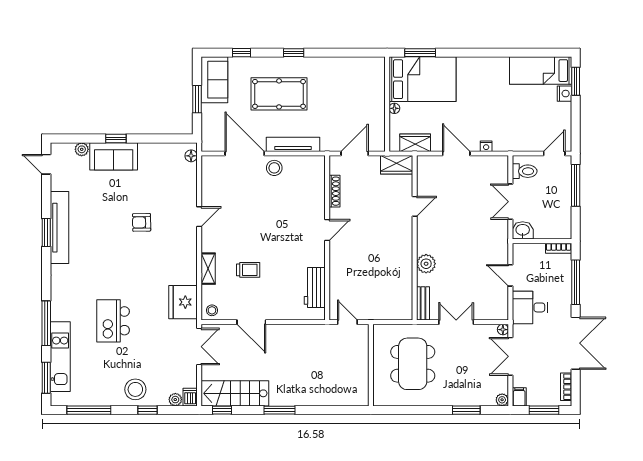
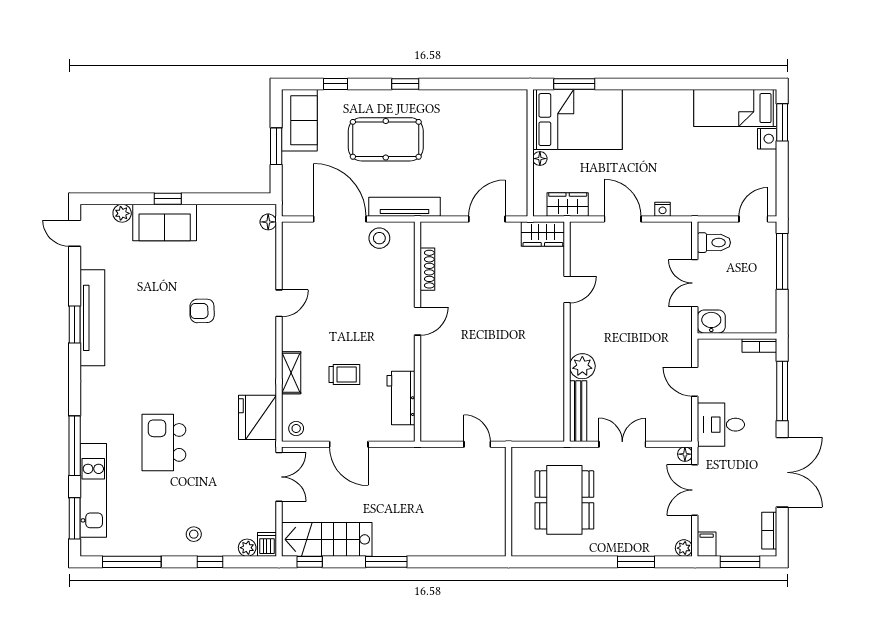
shoe rack: (335, 191) -> (427, 269), moved
door: (327, 230) -> (418, 321), moved
wall: (327, 238) -> (418, 332), moved
workbench: (315, 288) -> (401, 398), moved
bench: (423, 303) -> (578, 411), width x1.36
stool: (135, 389) -> (194, 534), width x0.53, depth x0.53

